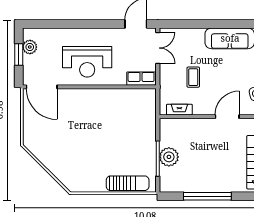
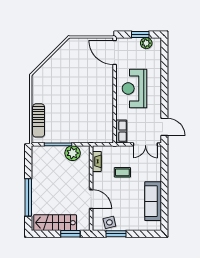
door: (42, 87) -> (115, 53), hinge flipped
plant: (169, 157) -> (73, 153), moved
window: (207, 196) -> (28, 197), moved

